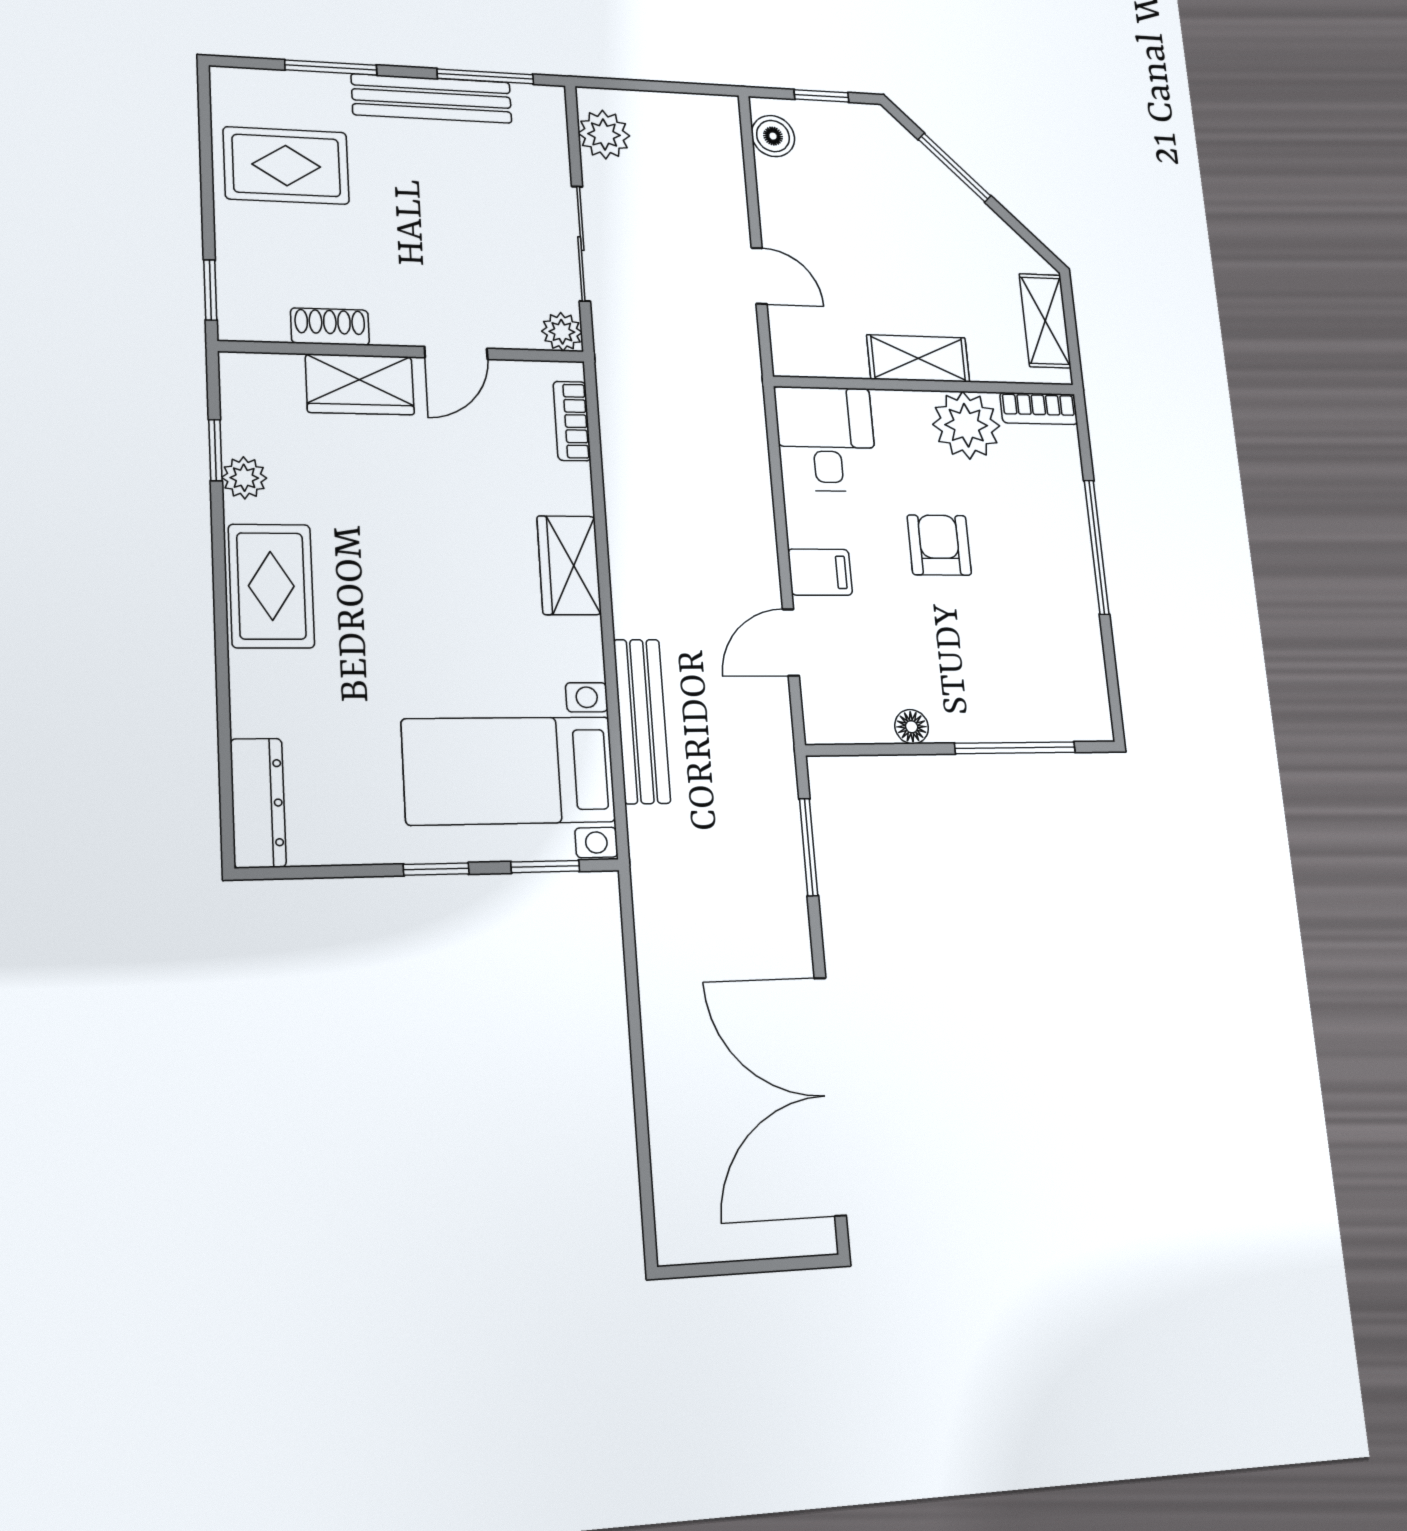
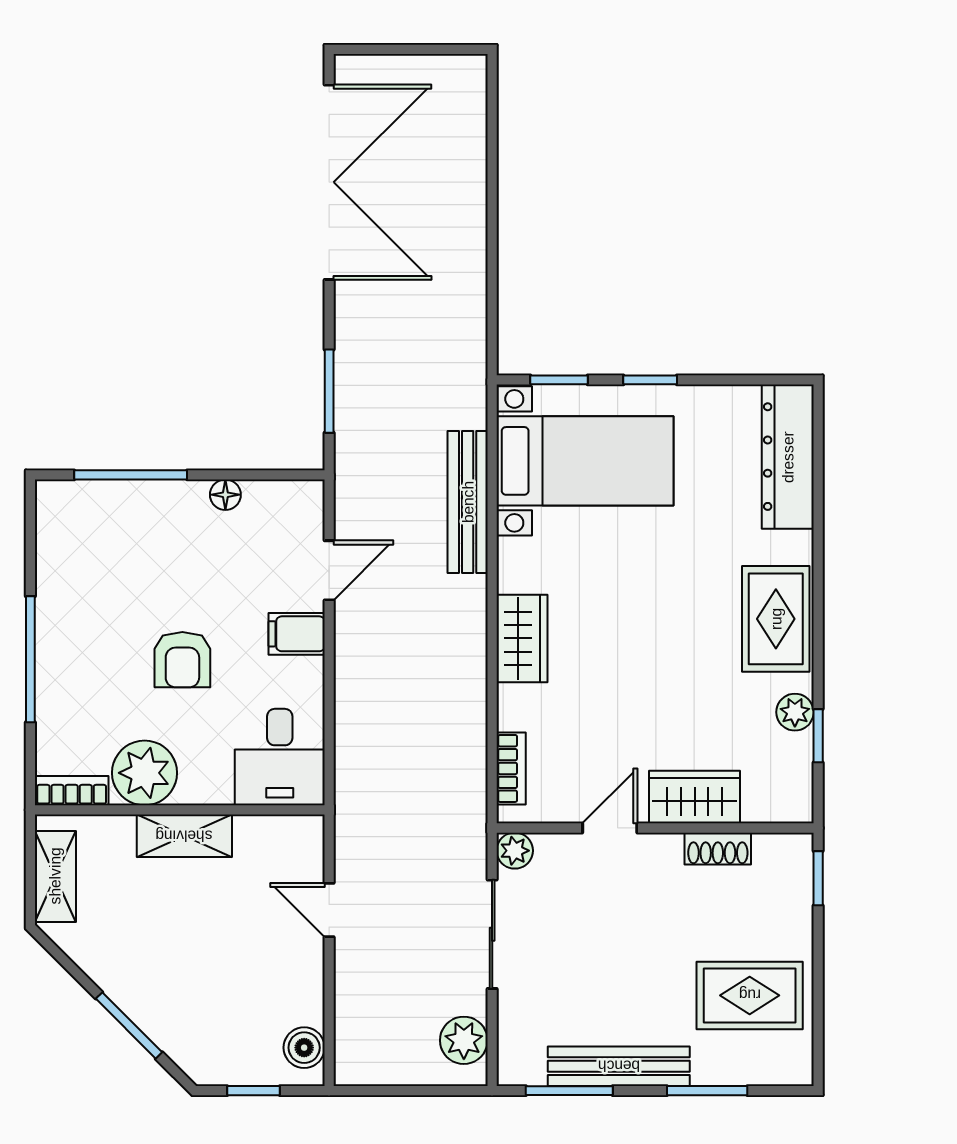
dresser: (258, 803) -> (788, 457), width x1.37, depth x1.24

